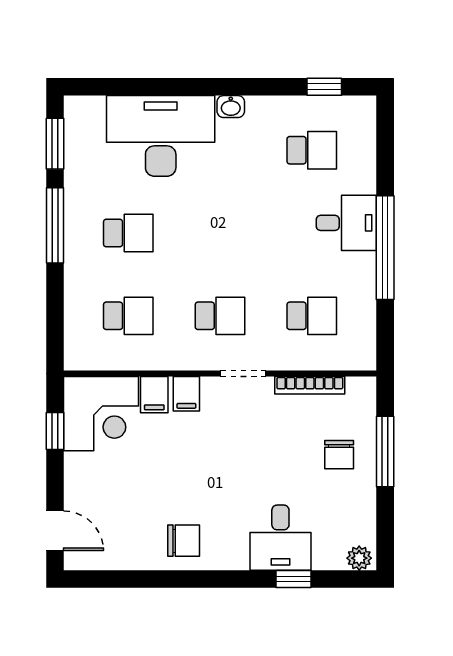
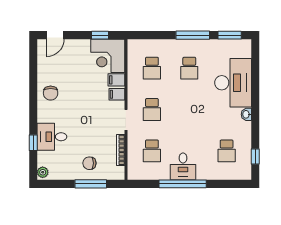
desk: (346, 223) -> (183, 166), moved

